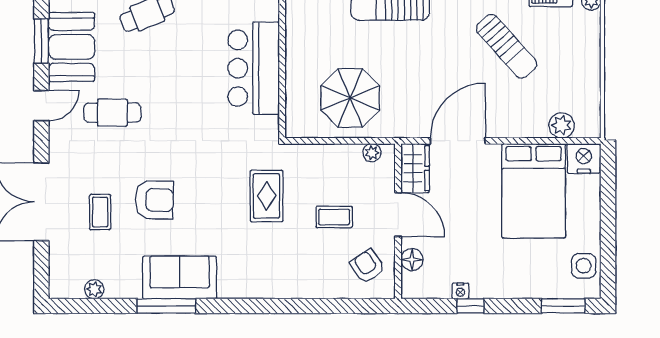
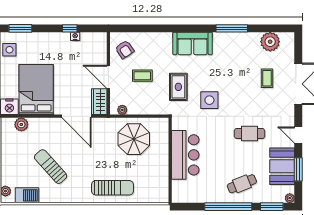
door: (41, 106) -> (298, 135), hinge flipped
cafe table: (112, 113) -> (249, 134), moved
door: (458, 141) -> (76, 116), hinge flipped
side table: (208, 171) -> (209, 100), added
armchair: (154, 200) -> (238, 85), removed
floor lamp: (412, 260) -> (101, 53), removed
sofa: (180, 278) -> (192, 43), moved
plant: (94, 289) -> (270, 42), width x1.88, depth x1.88

